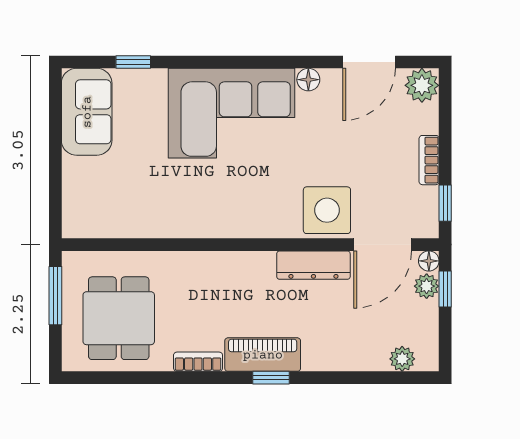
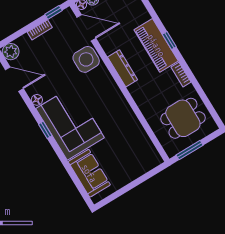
window: (133, 62) -> (45, 130), moved
sofa: (87, 112) -> (89, 173), moved, turned 90
dresser: (313, 265) -> (123, 68), moved
piano: (263, 355) -> (156, 45), width x1.37, depth x1.33

